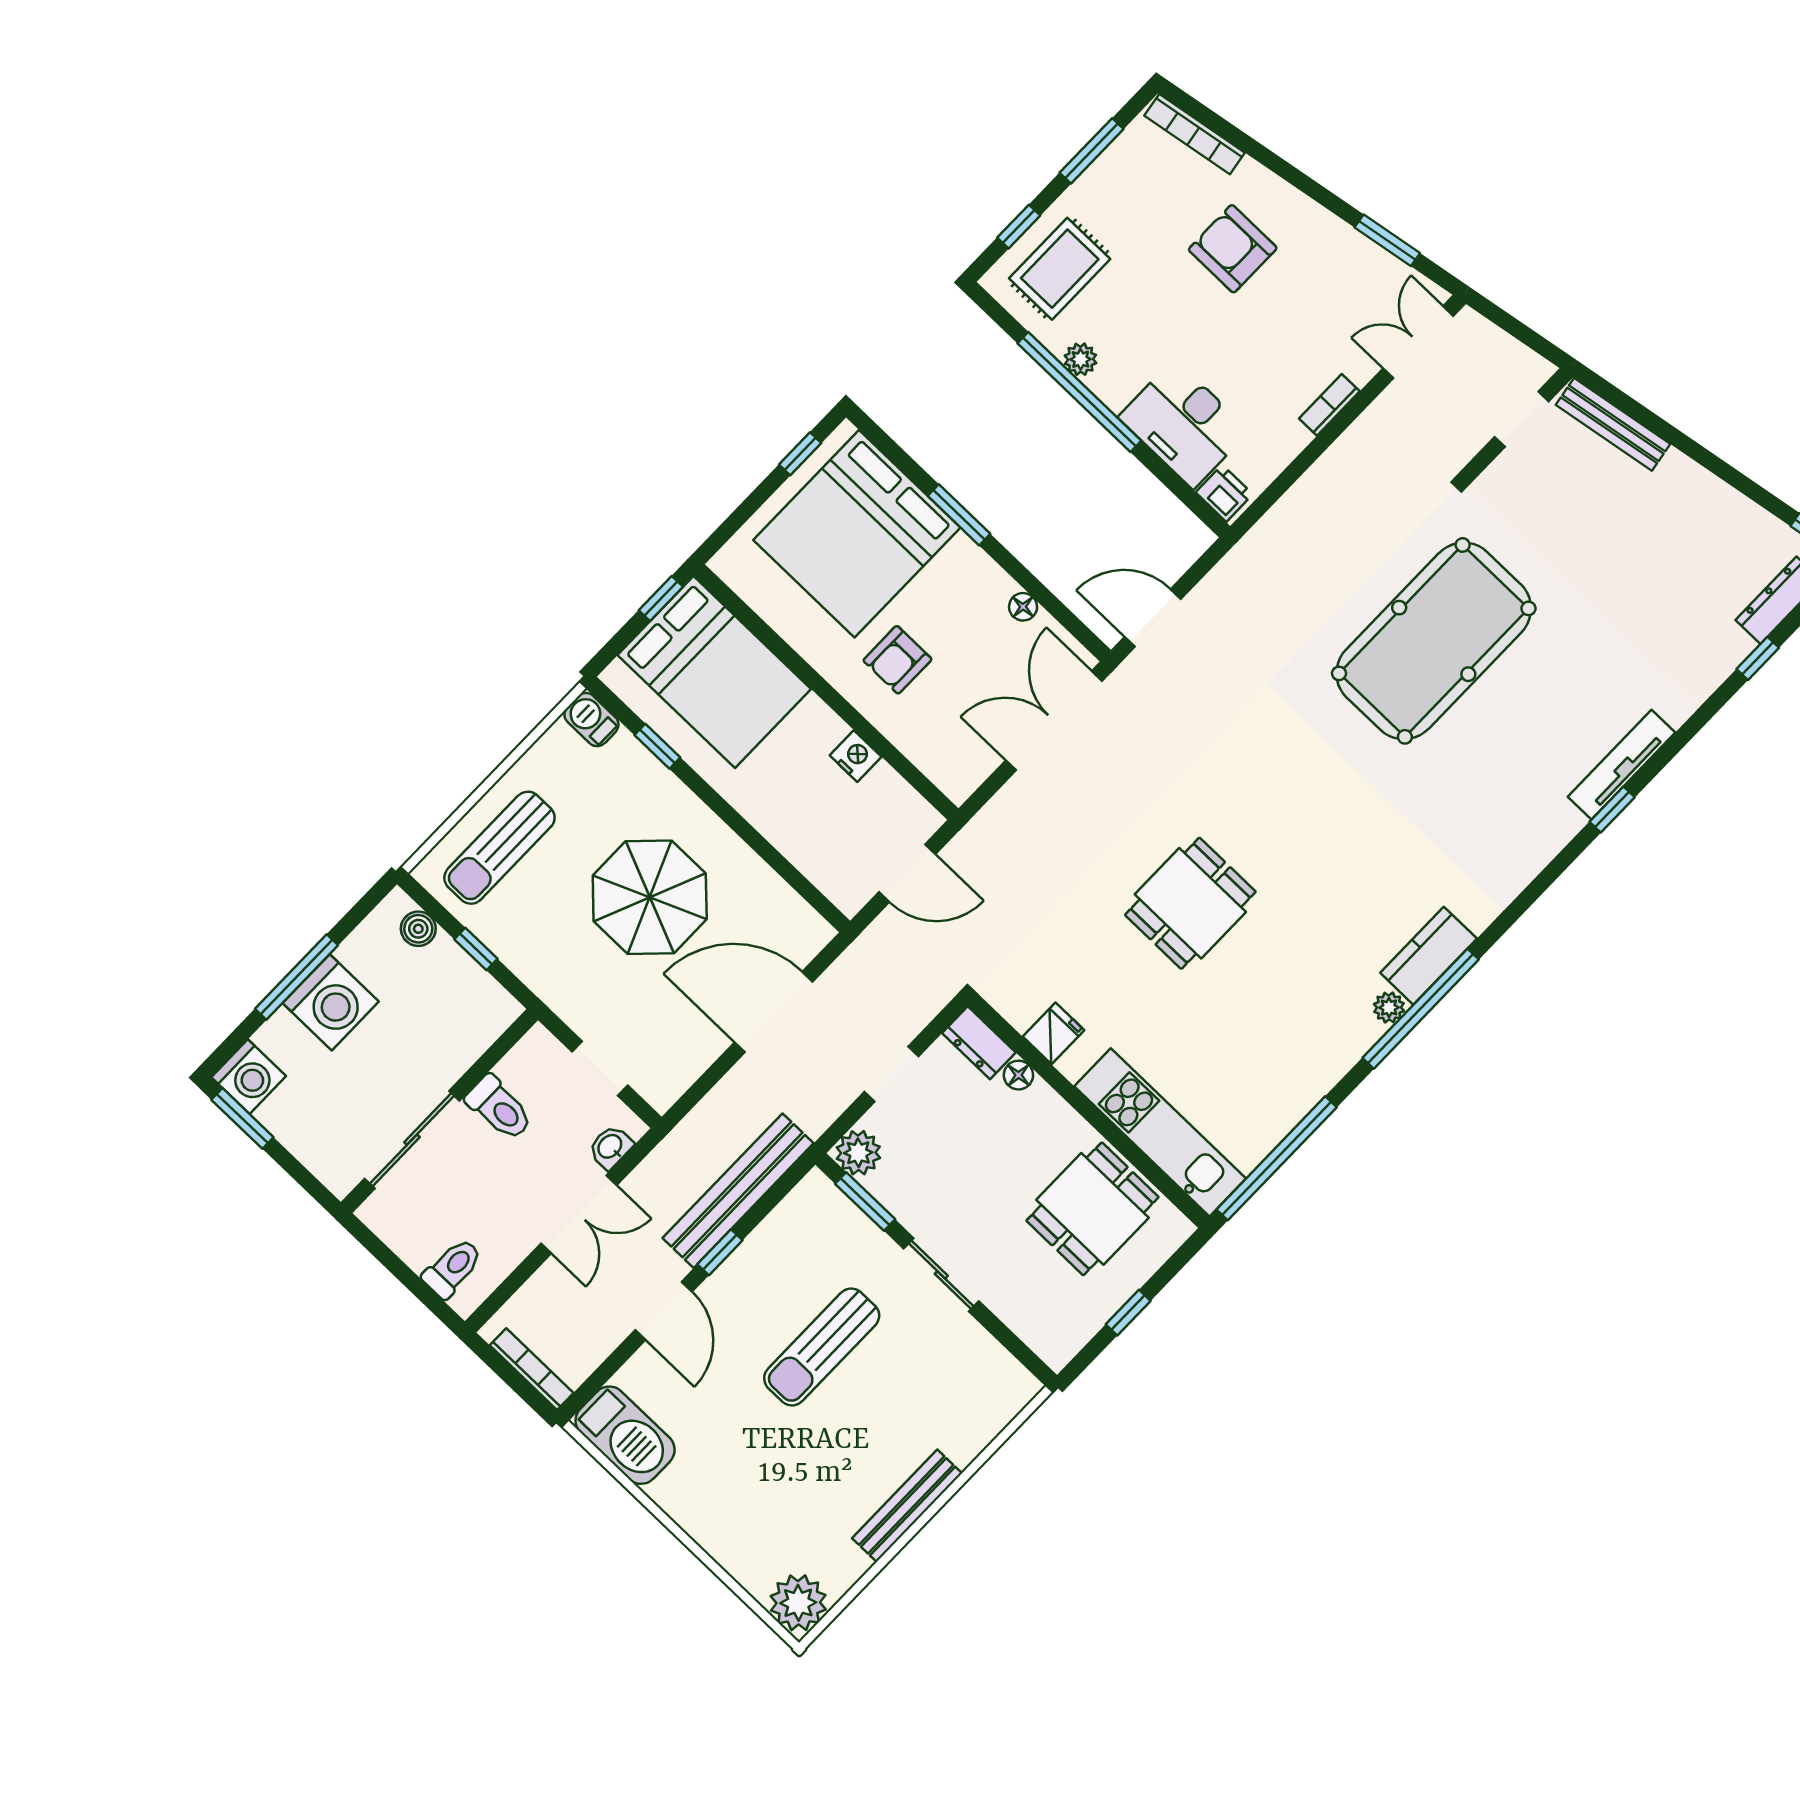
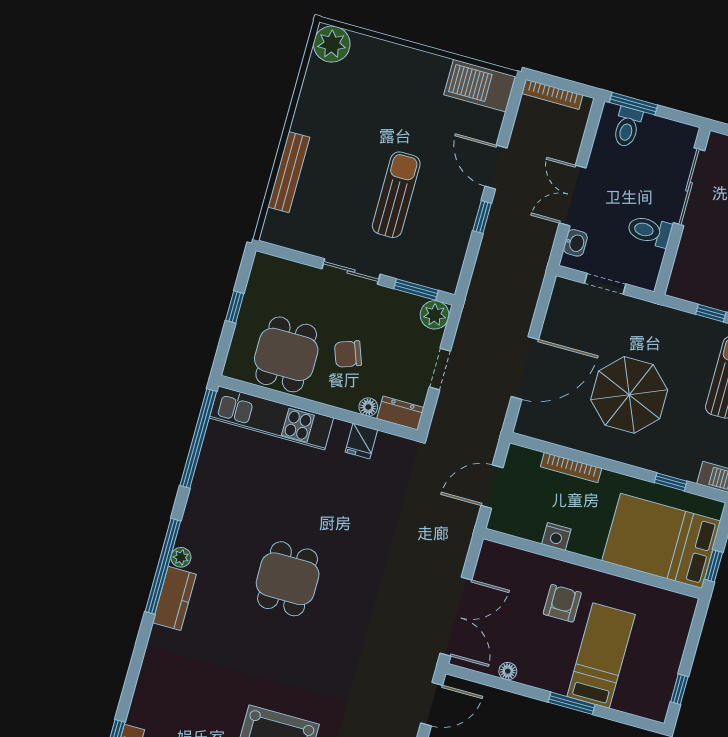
bed: (857, 534) -> (601, 656), width x0.49
bookcase: (784, 840) -> (571, 467), added
dining table: (1190, 903) -> (288, 579), moved
chair: (1007, 1163) -> (348, 354), added
bench: (738, 1191) -> (491, 257), removed
window: (426, 1296) -> (634, 104), added
bench: (907, 1506) -> (289, 172), moved

